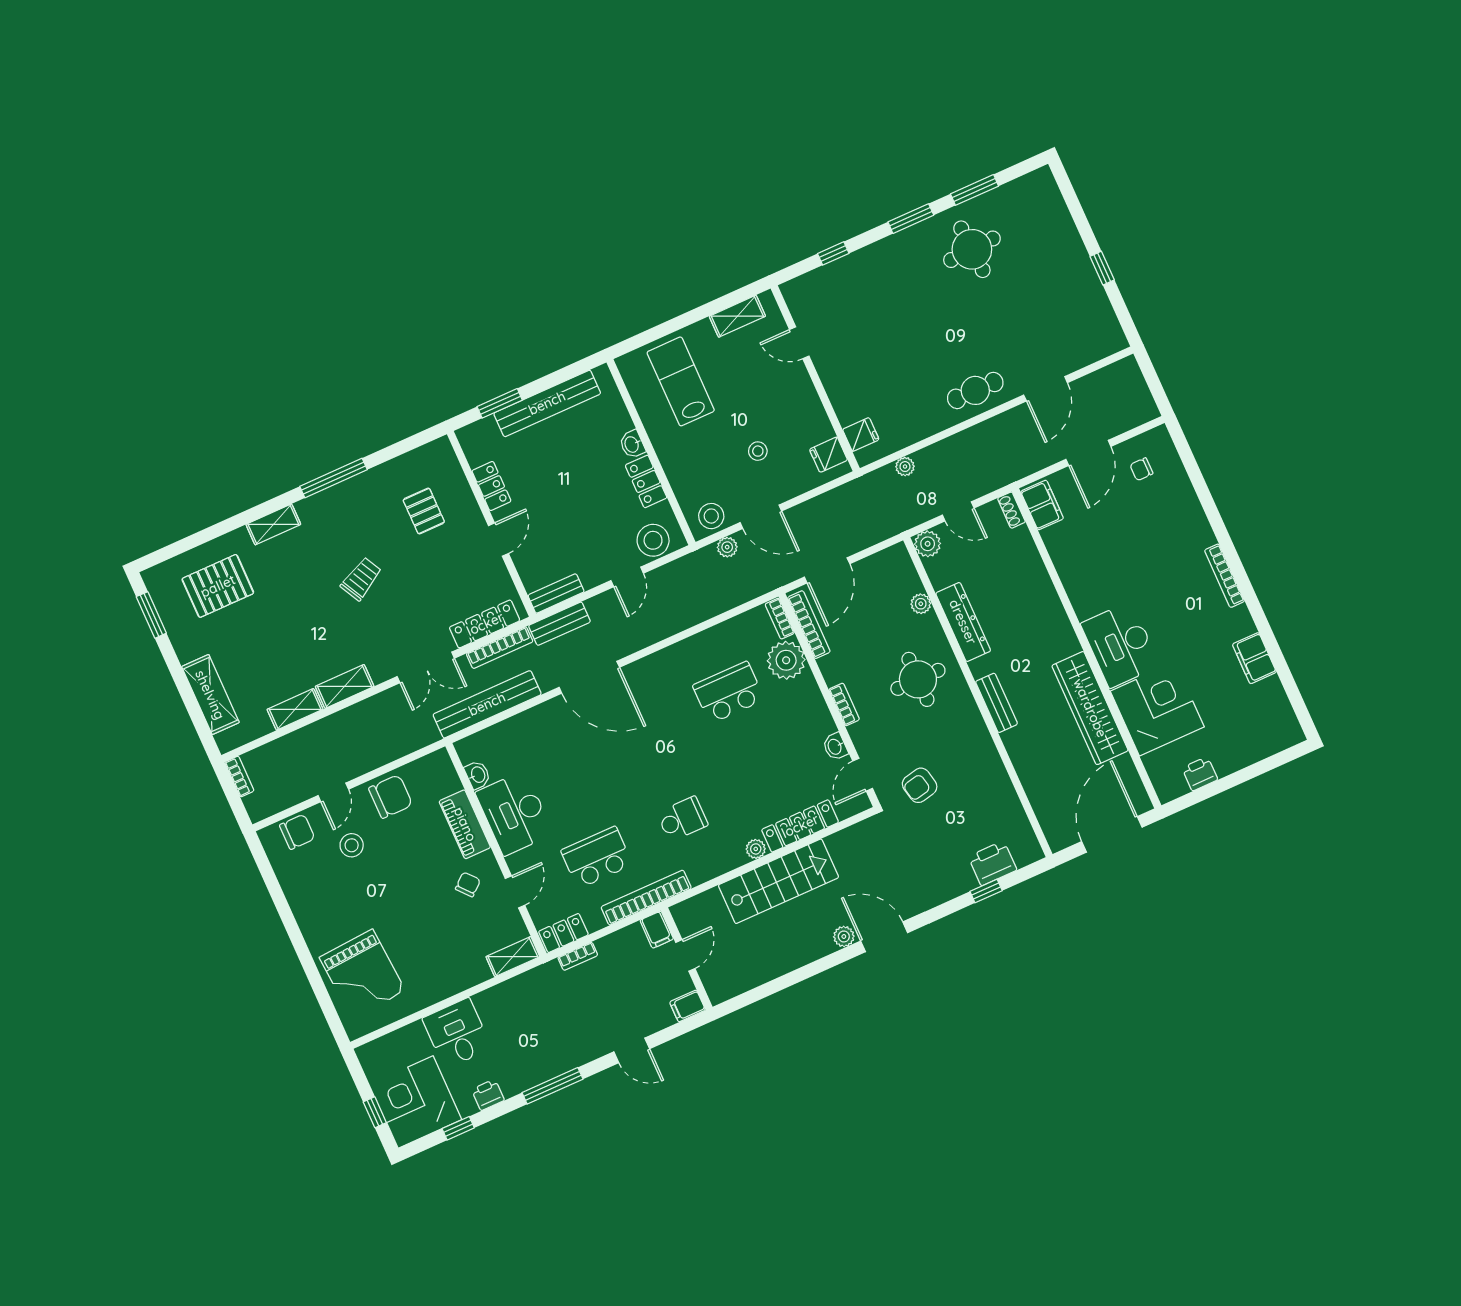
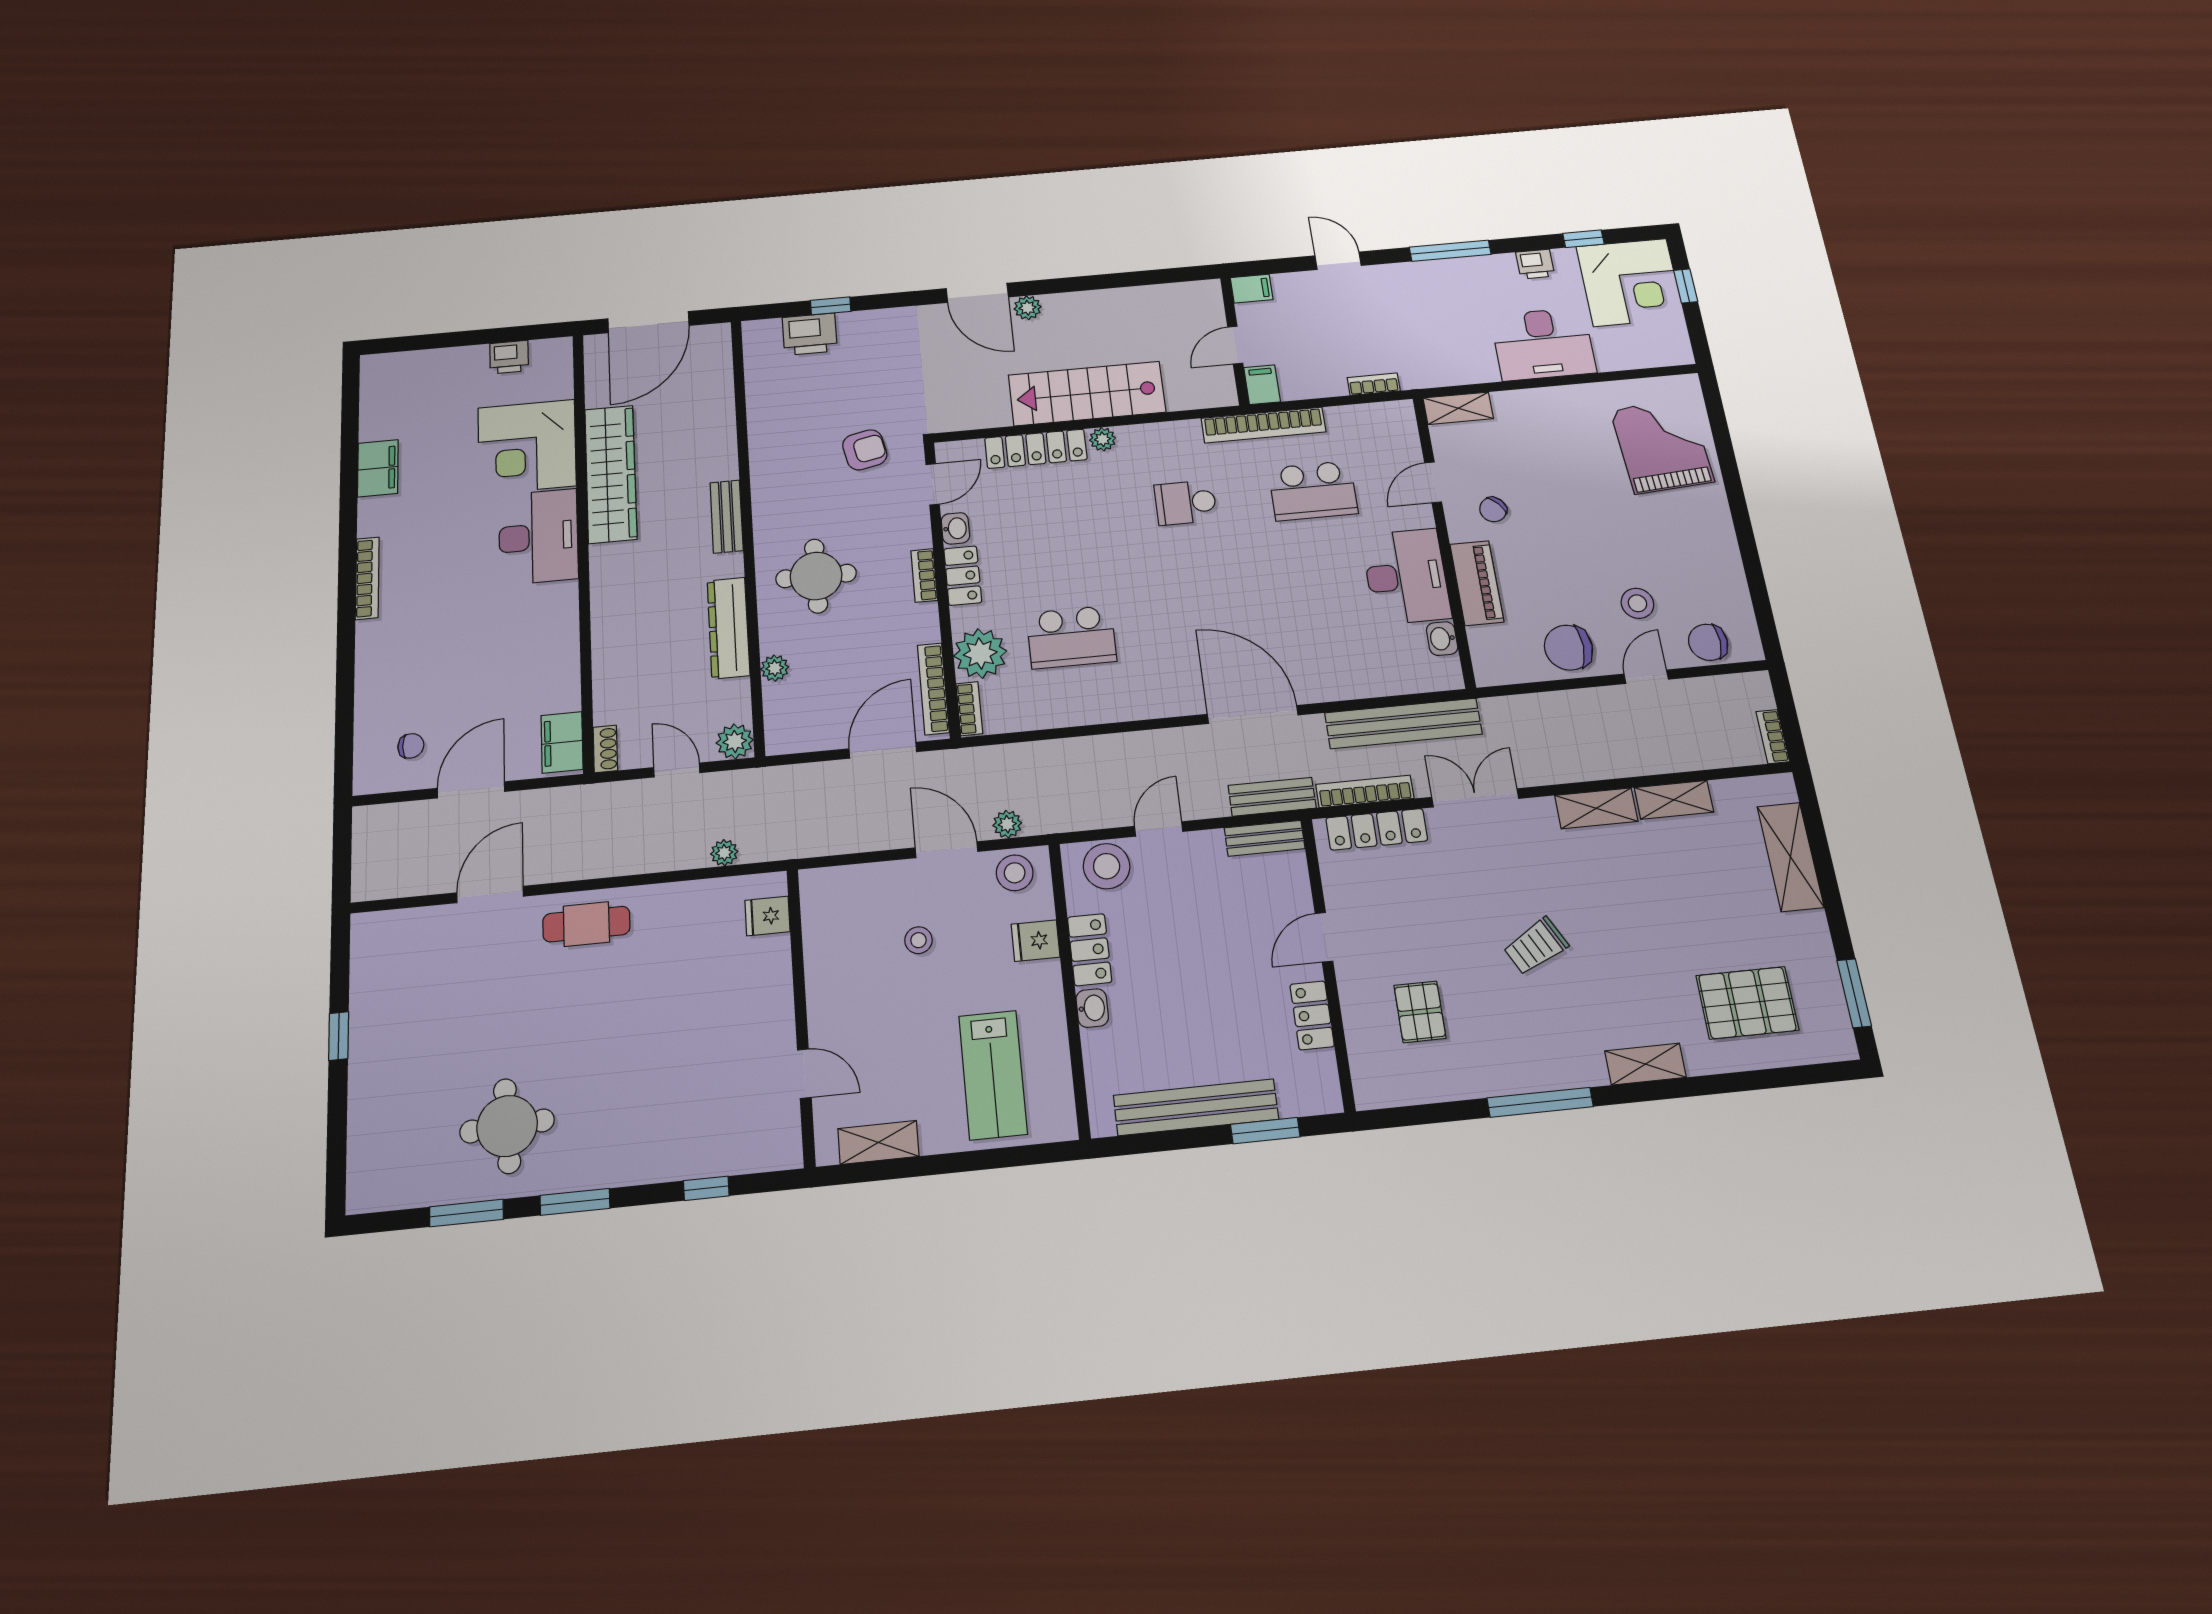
fridge: (828, 455) -> (1036, 941), moved, turned 180
locker: (563, 933) -> (963, 576), moved, turned -90
desk: (457, 1033) -> (1543, 344), width x1.37

